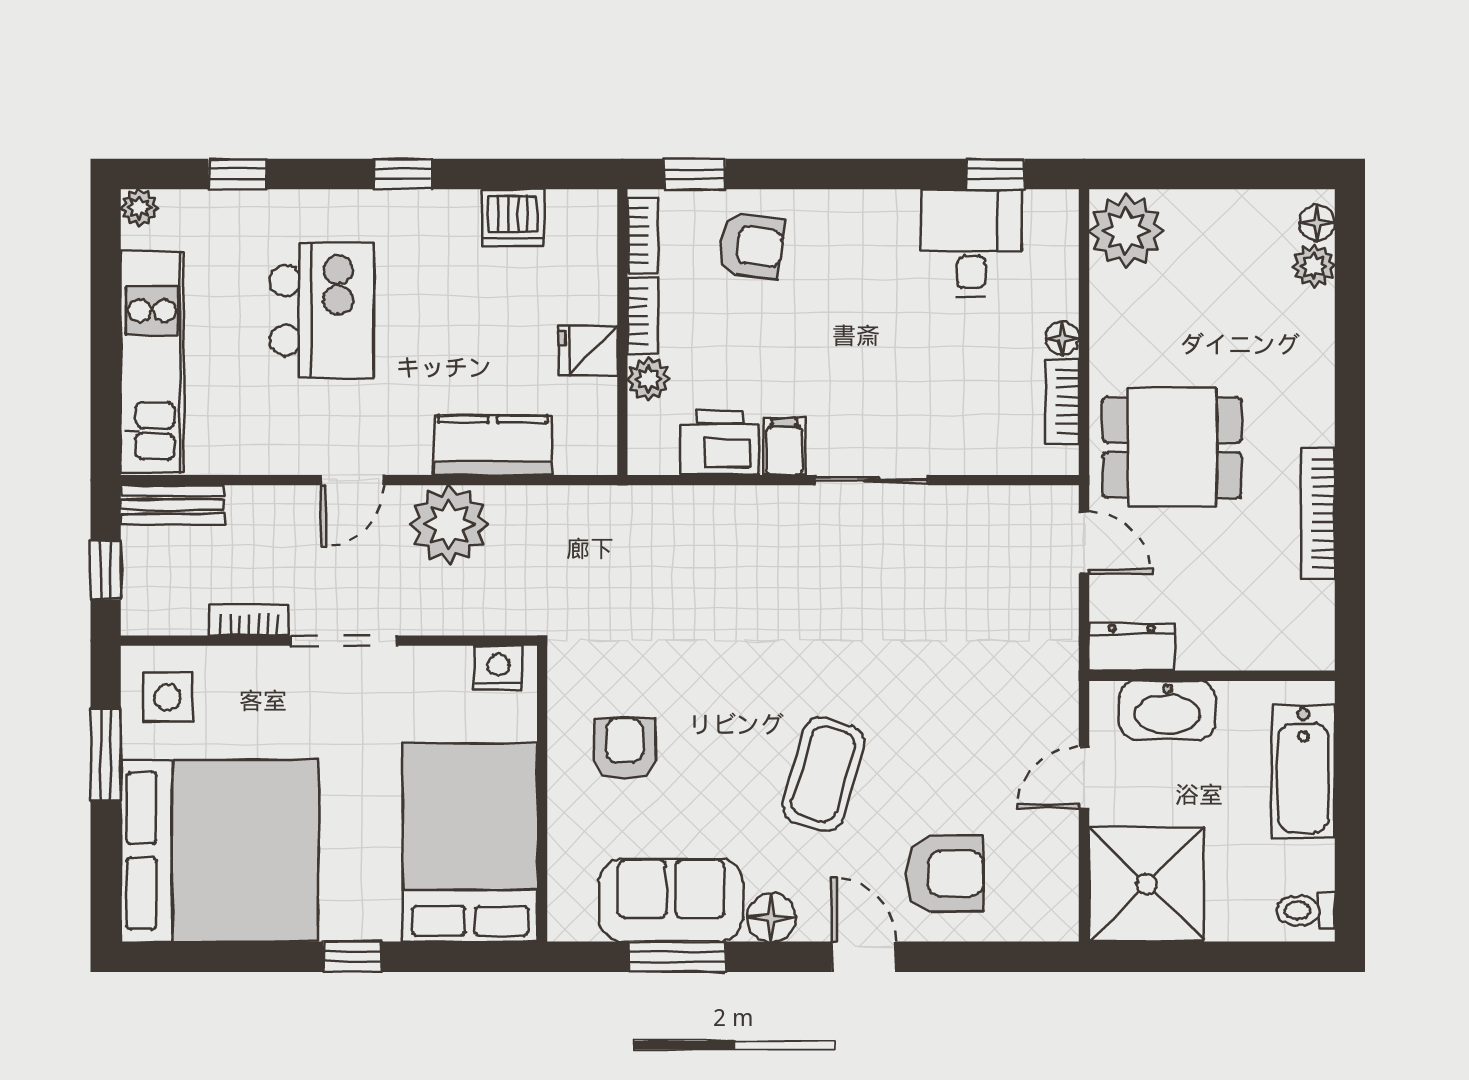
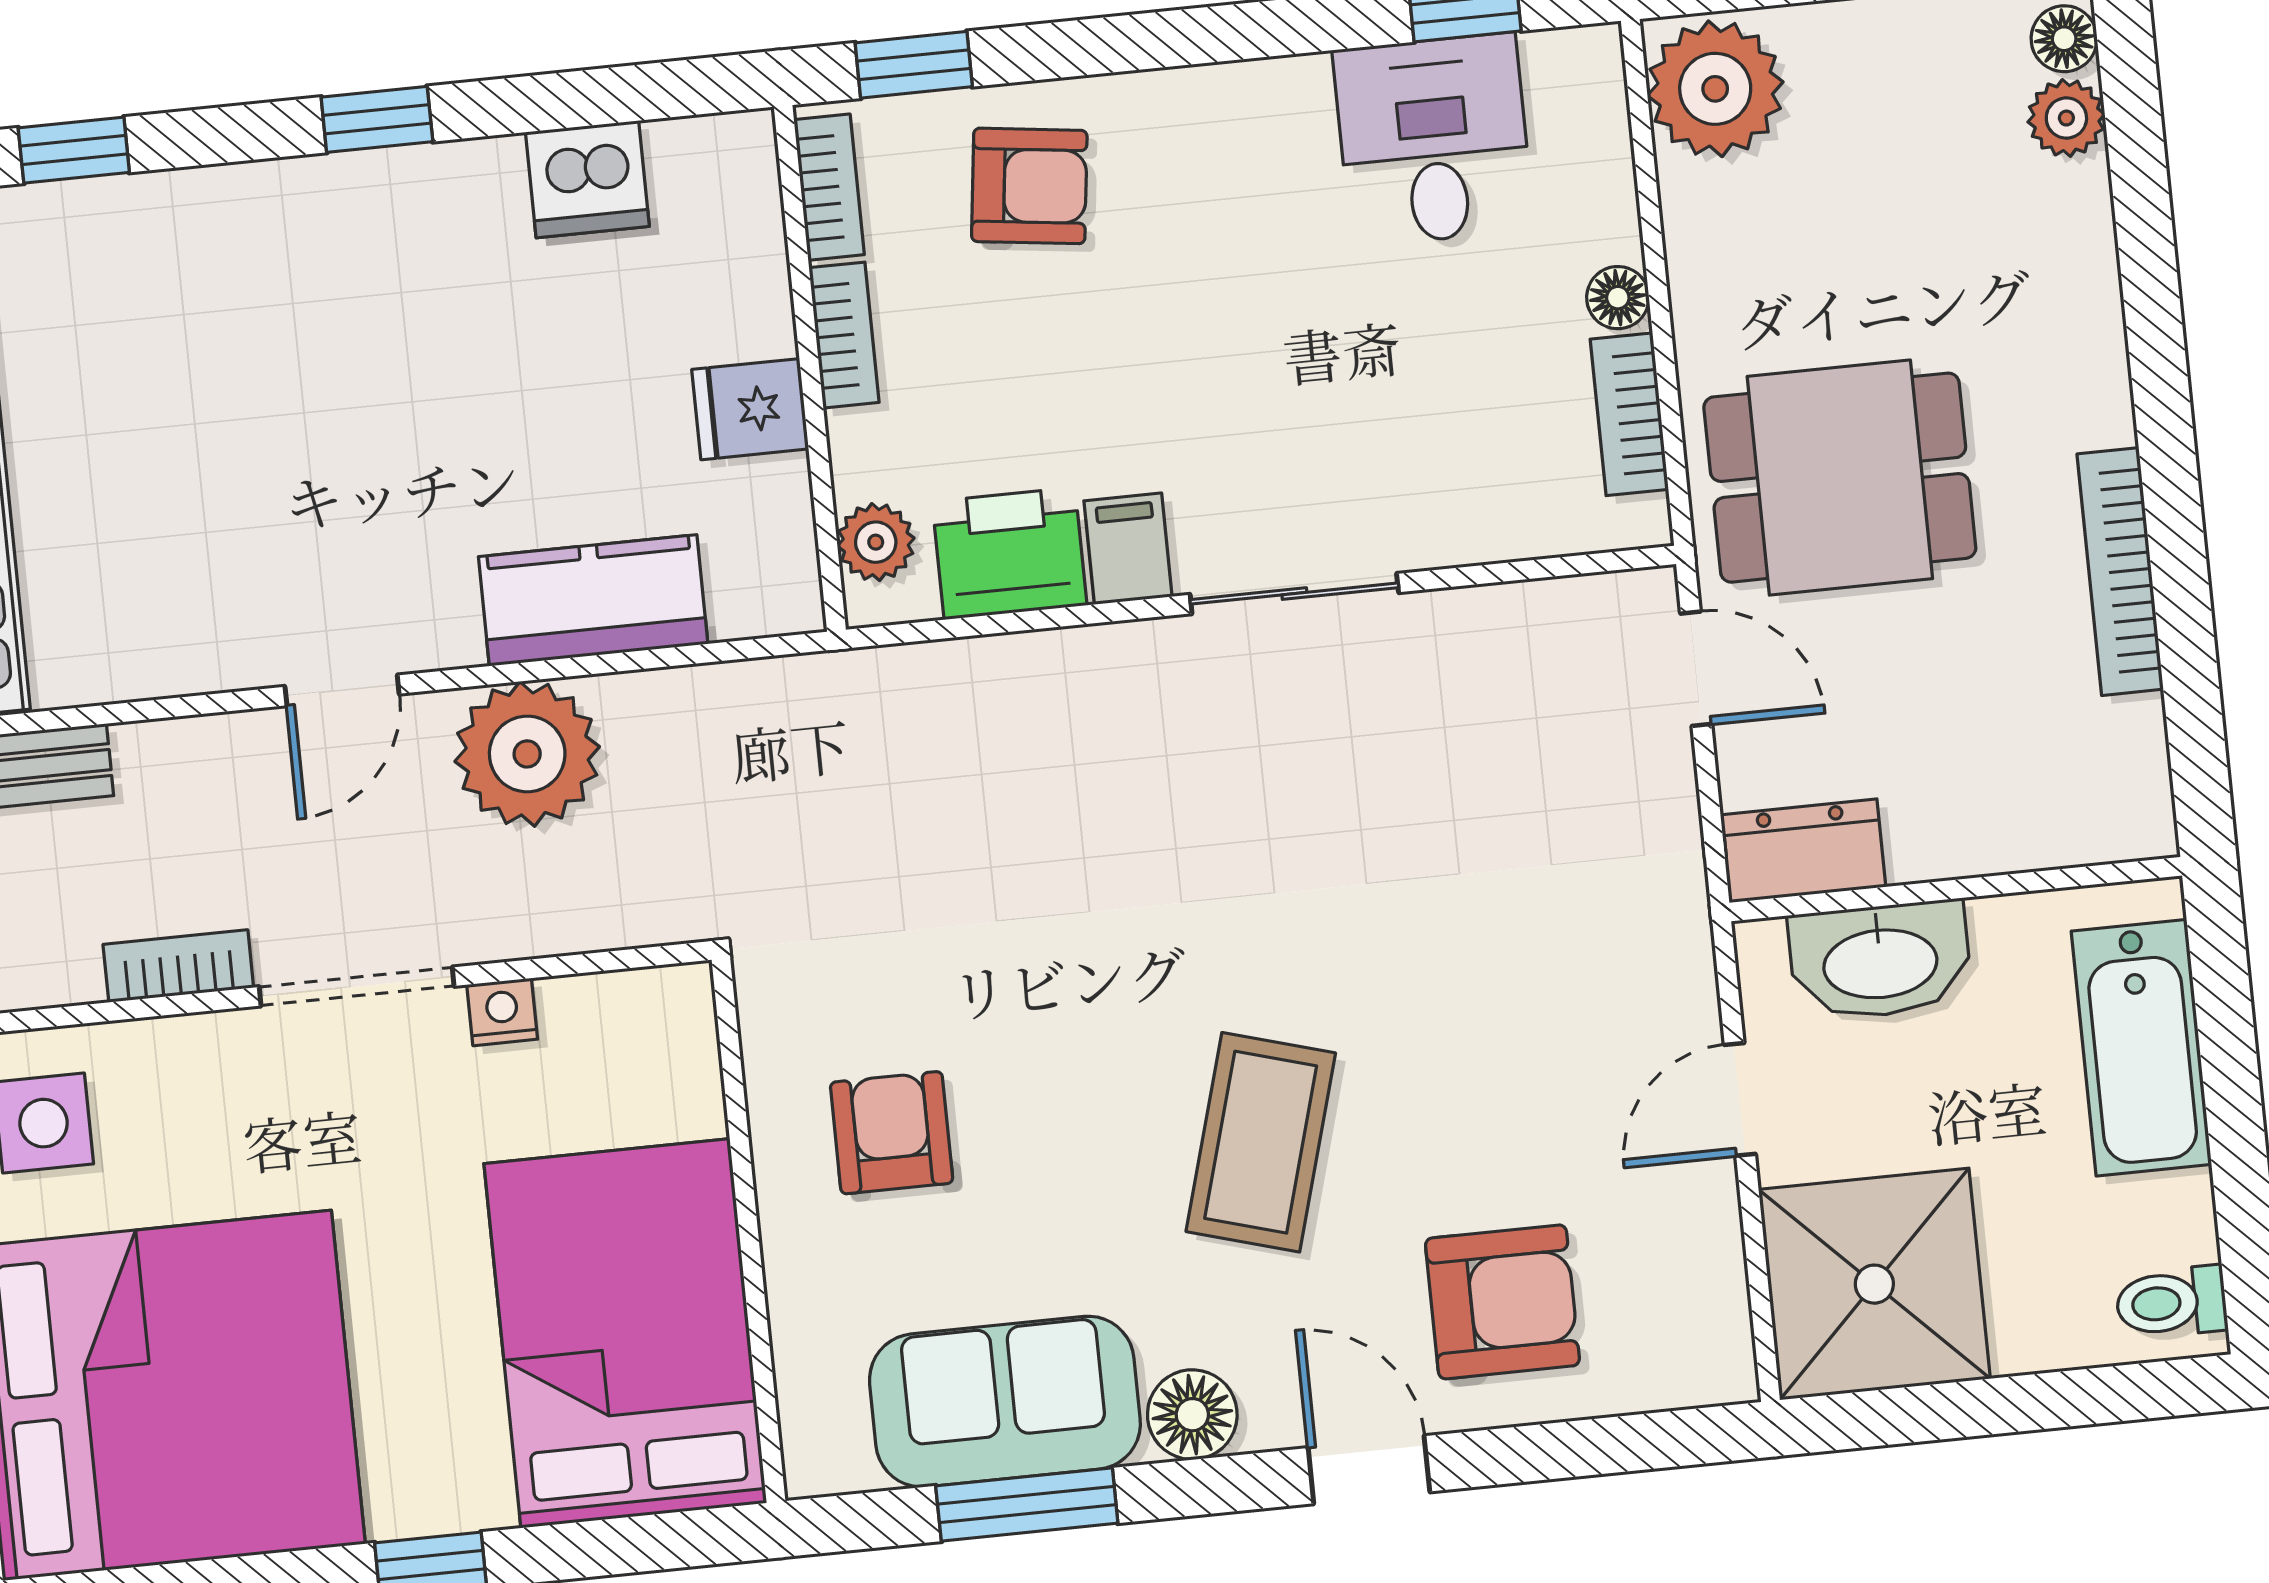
kitchen island: (322, 310) -> (254, 385), removed
plant: (648, 379) -> (876, 542), moved
nightstand: (499, 668) -> (502, 1012), moved, width x0.72, depth x0.74

